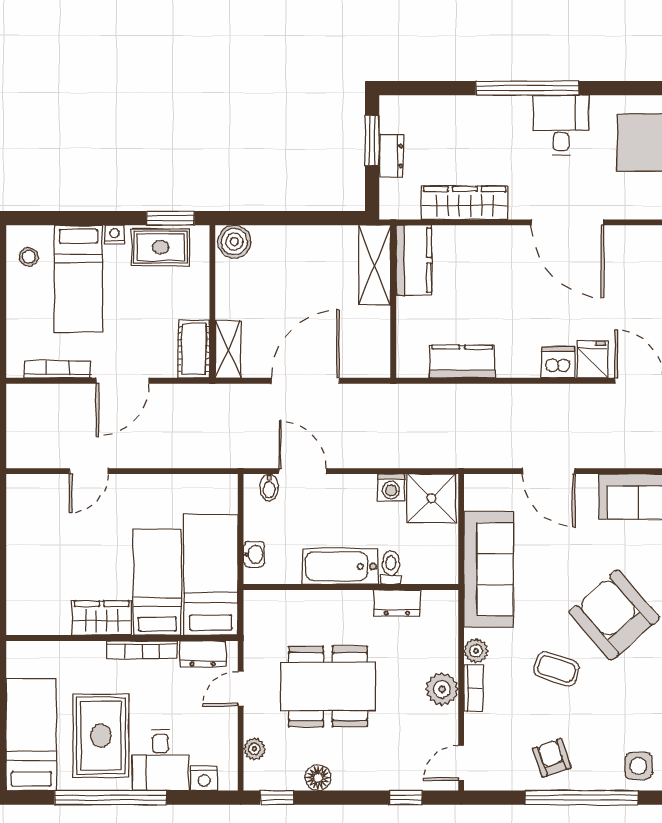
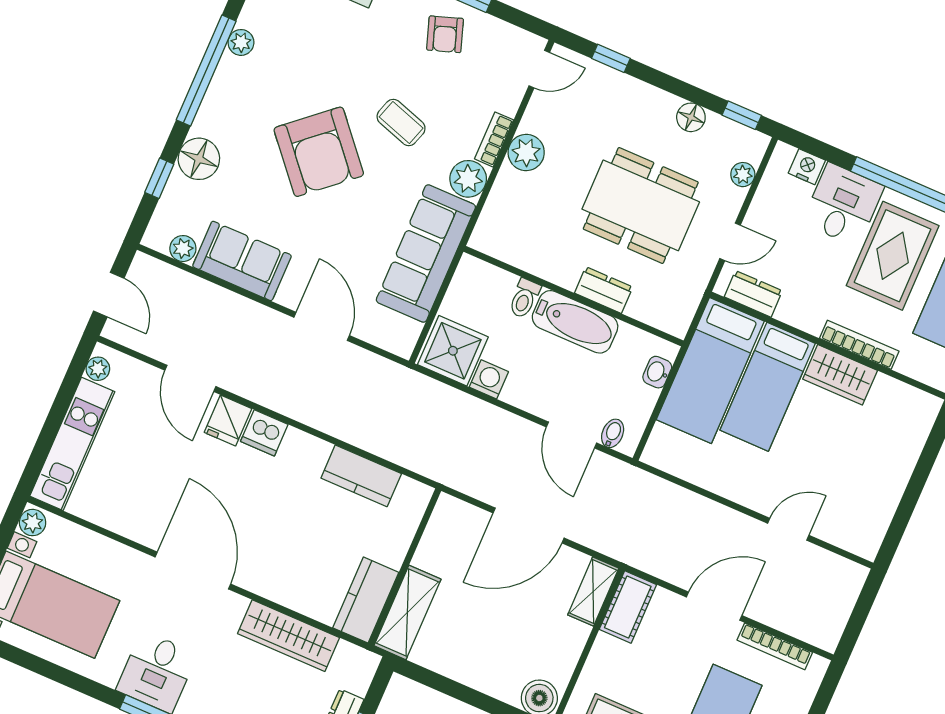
dresser: (397, 603) -> (604, 290), moved
bookcase: (142, 650) -> (859, 345), moved
plant: (476, 651) -> (468, 179), width x1.38, depth x1.38

